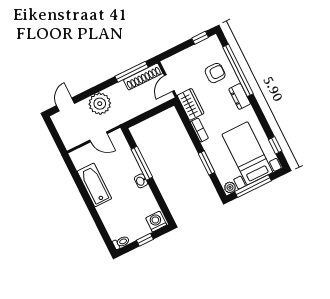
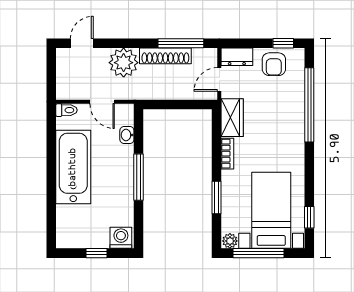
armchair: (215, 73) -> (274, 64), moved, turned 90
shoe rack: (143, 77) -> (165, 56), moved
dresser: (240, 96) -> (237, 57), moved, turned -90
window: (142, 163) -> (139, 177), moved
washbasin: (141, 181) -> (127, 135), moved
bathtub: (94, 185) -> (73, 167), width x1.36, depth x1.36
toilet: (121, 242) -> (66, 110), moved

